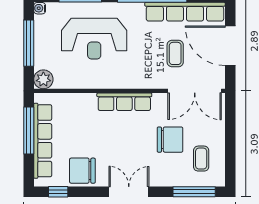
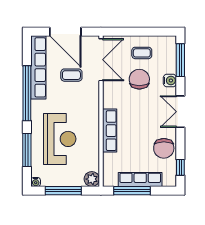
door: (230, 46) -> (65, 32), hinge flipped
row of seats: (124, 102) -> (110, 131), moved
row of seats: (43, 141) -> (140, 179), width x0.73
coffee table: (201, 159) -> (142, 53), moved
water cooler: (168, 178) -> (170, 80), added

